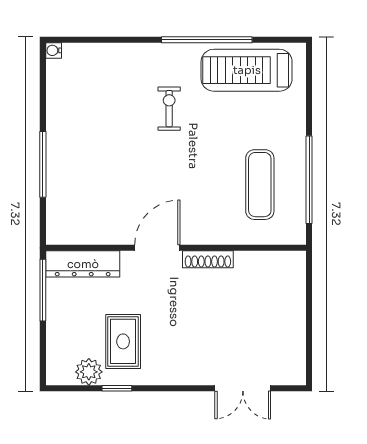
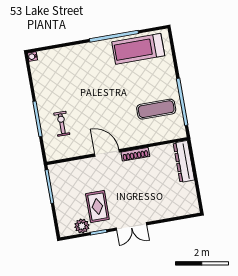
exercise bike: (169, 109) -> (62, 124), moved
exercise mat: (260, 185) -> (156, 109), turned 90
door: (157, 248) -> (107, 153), hinge flipped
dresser: (83, 264) -> (184, 161), moved, turned 90
double door: (243, 388) -> (131, 226), moved

